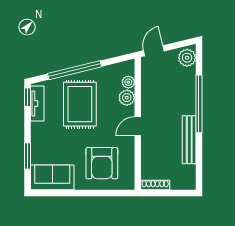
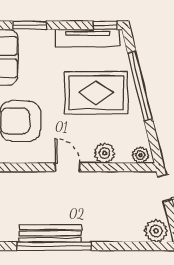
plant: (128, 82) -> (140, 155), moved
tv unit: (37, 103) -> (88, 38), width x1.41
window: (199, 104) -> (54, 246), moved

